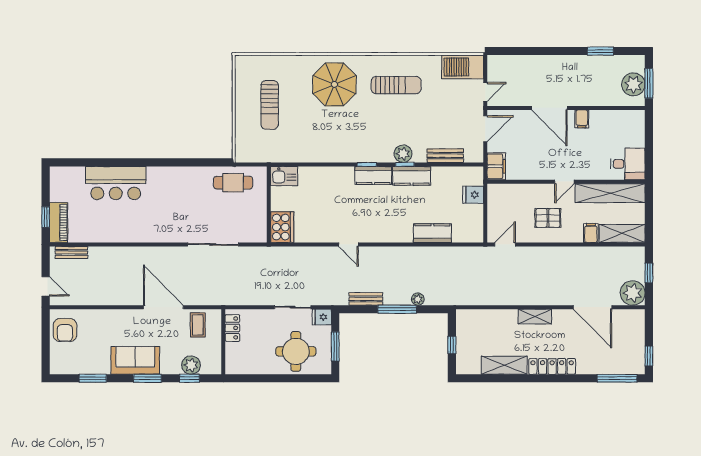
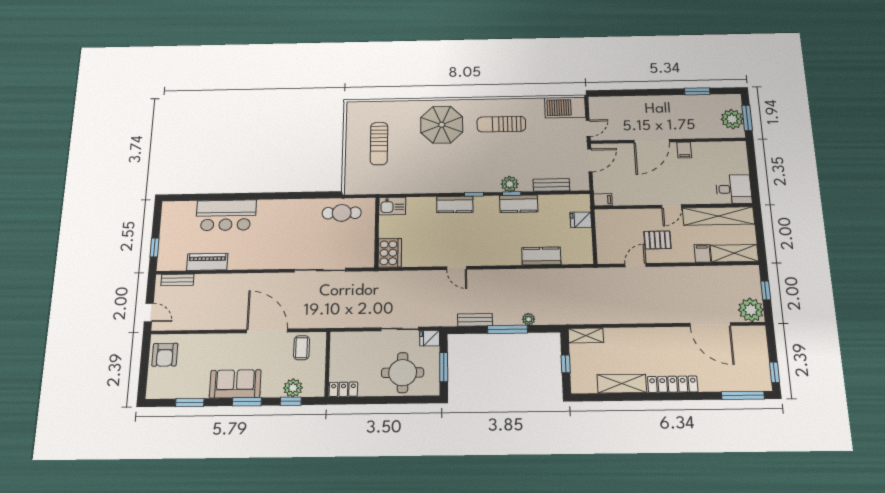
sun lounger: (396, 85) -> (501, 124), turned 180
door: (549, 108) -> (652, 141), hinge flipped
filing cabinet: (496, 166) -> (603, 200), width x0.50
kitchen counter: (373, 175) -> (455, 204), moved
piano: (59, 222) -> (207, 262), moved, turned -90
door: (505, 244) -> (635, 265), moved
shelving: (535, 317) -> (586, 335), moved
locker: (232, 328) -> (343, 389), moved, turned -90

